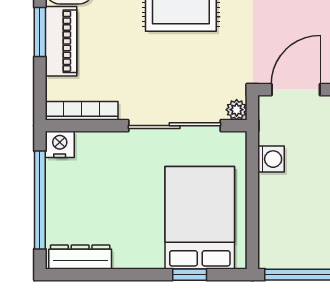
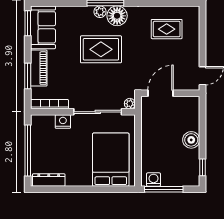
window: (40, 32) -> (28, 76), moved
nightstand: (60, 144) -> (63, 122), moved
washing machine: (271, 159) -> (154, 180), moved, turned -90
window: (190, 275) -> (106, 189), removed

